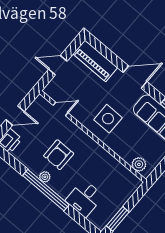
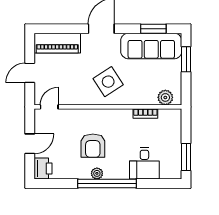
door: (61, 109) -> (49, 107), moved
side table: (108, 119) -> (108, 82), turned -33
bookcase: (115, 164) -> (145, 114), added

